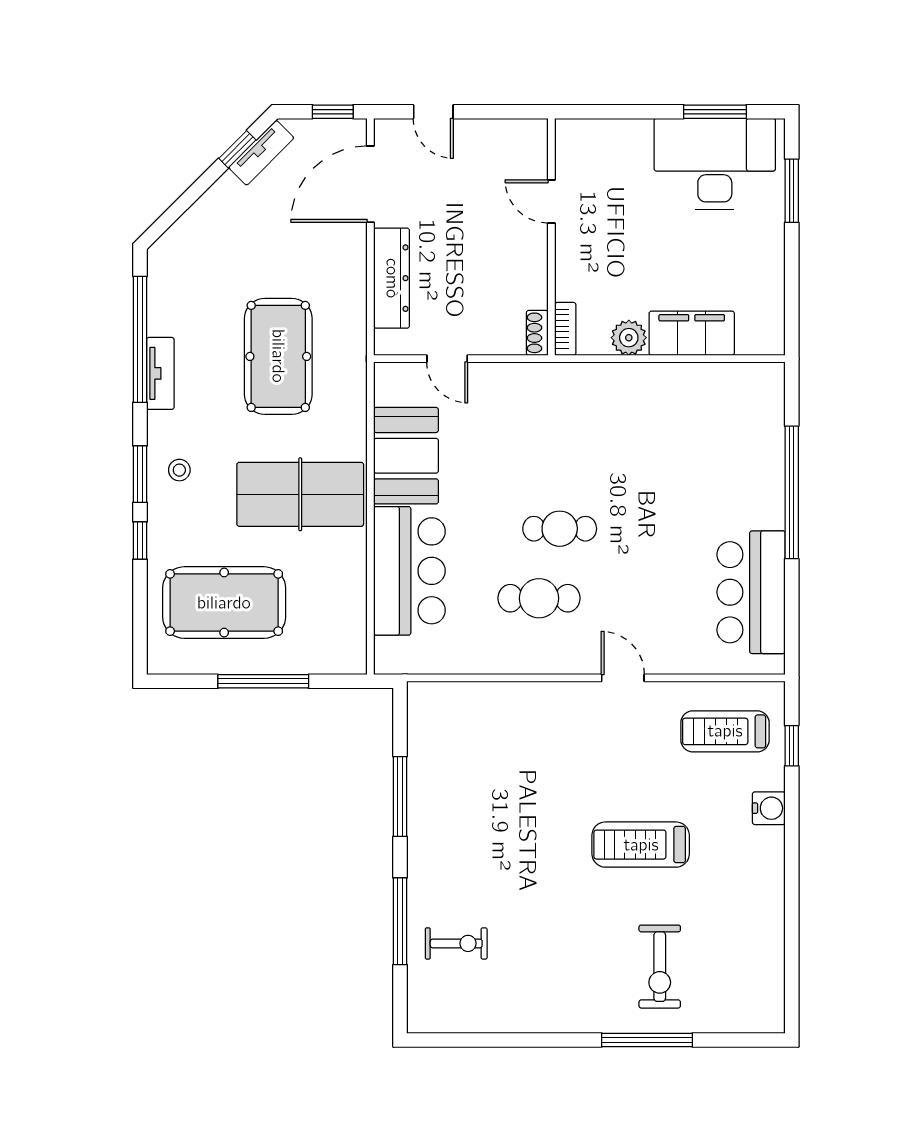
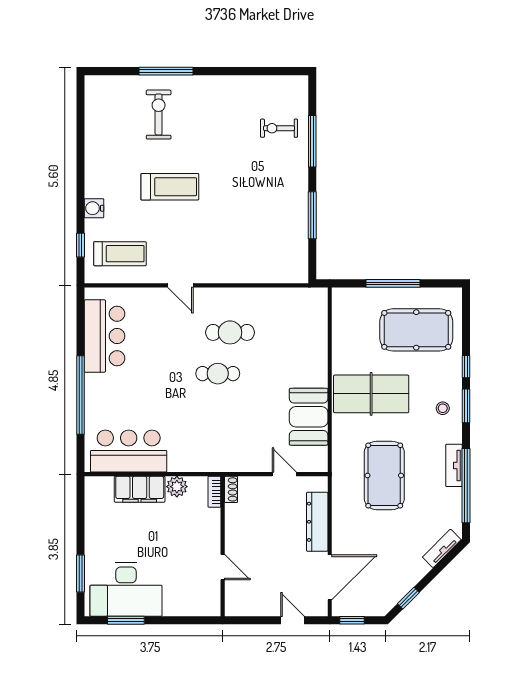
tv unit: (261, 153) -> (442, 548), moved
bar counter: (409, 571) -> (129, 451), moved, turned 90

